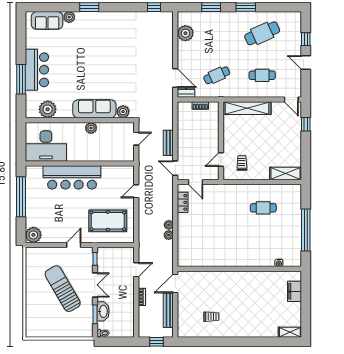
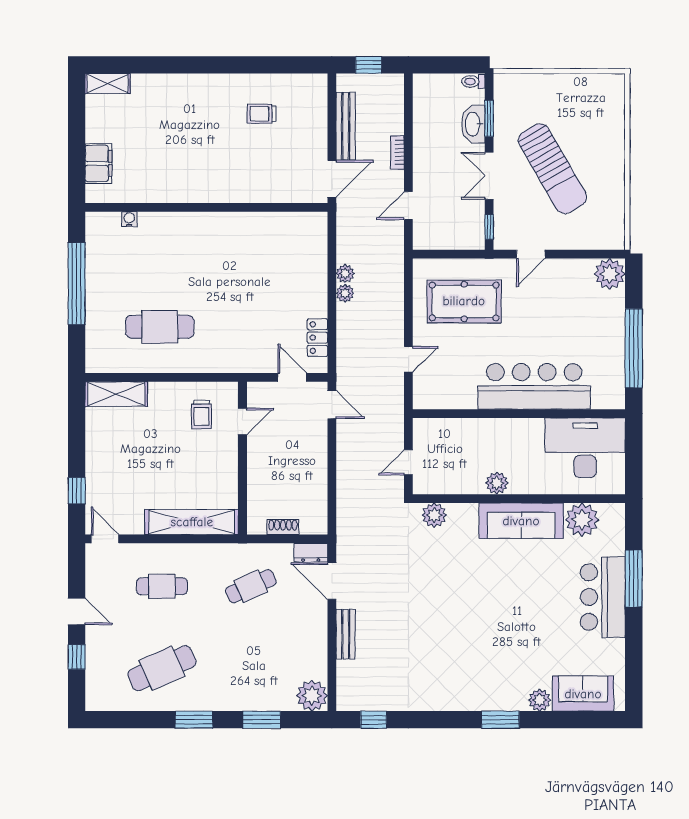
plant: (185, 33) -> (312, 696), moved
sofa: (94, 109) -> (521, 521), moved
bench: (168, 143) -> (346, 634), moved
cafe table: (263, 208) -> (160, 327), width x1.37, depth x1.35

